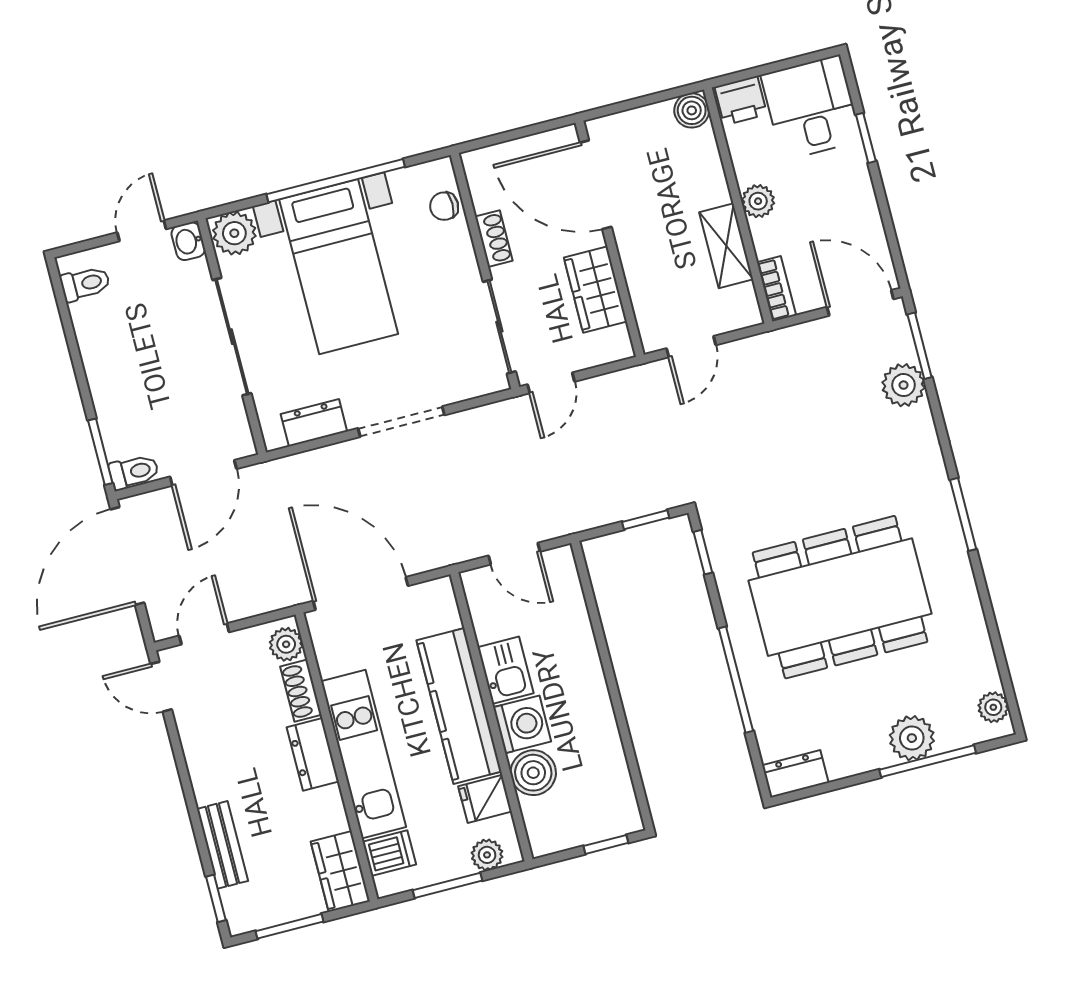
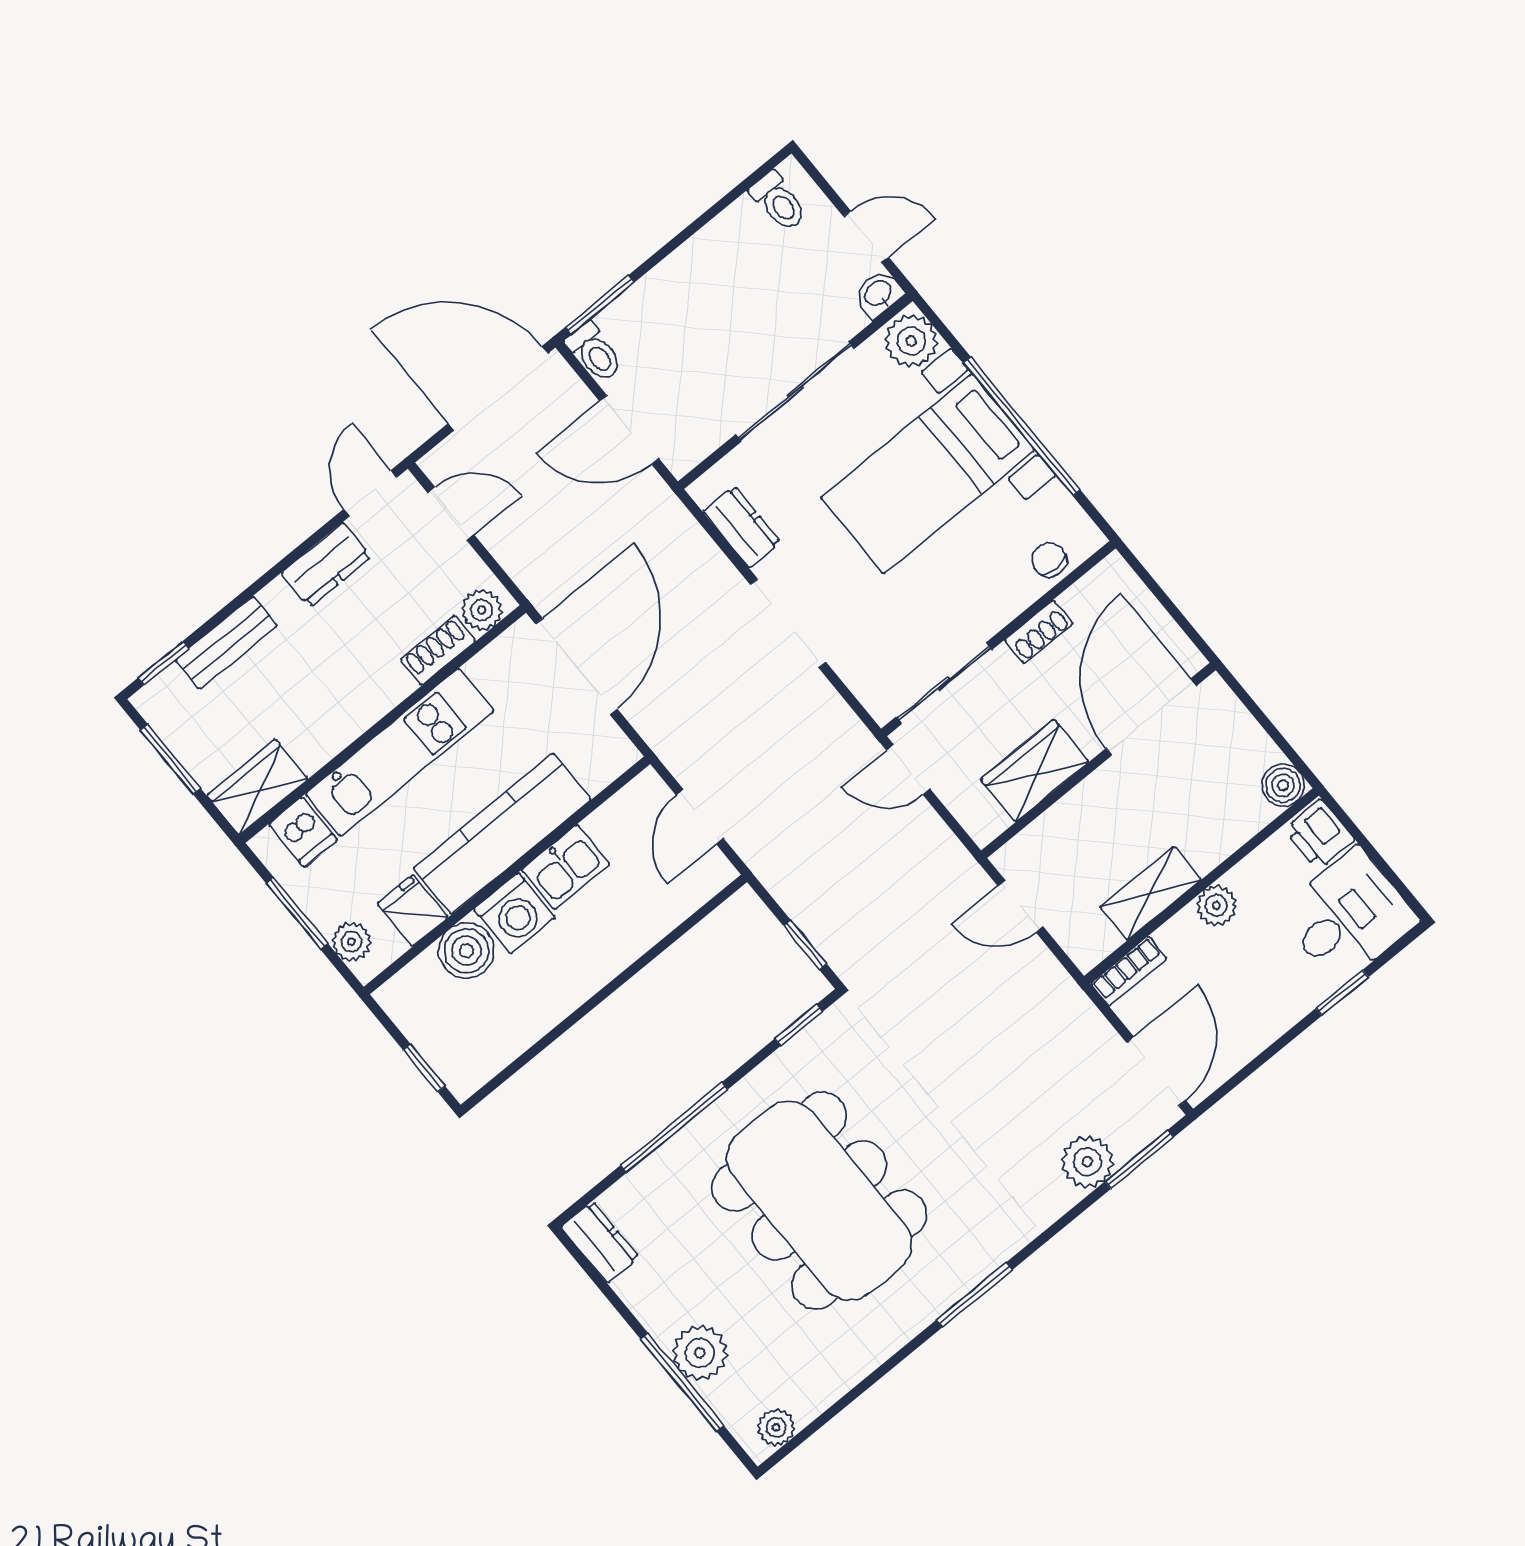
dresser: (313, 754) -> (326, 565), moved, turned 180

